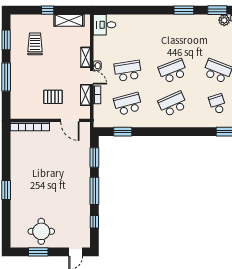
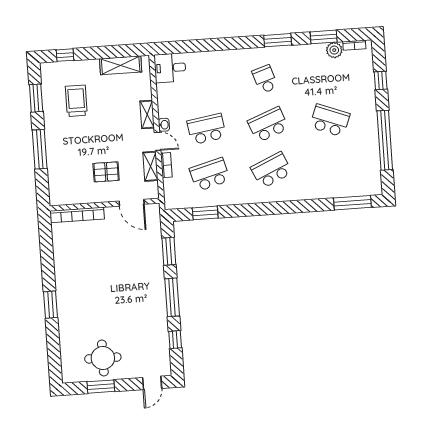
window: (48, 10) -> (65, 55), moved
school desk: (218, 104) -> (265, 79), moved

